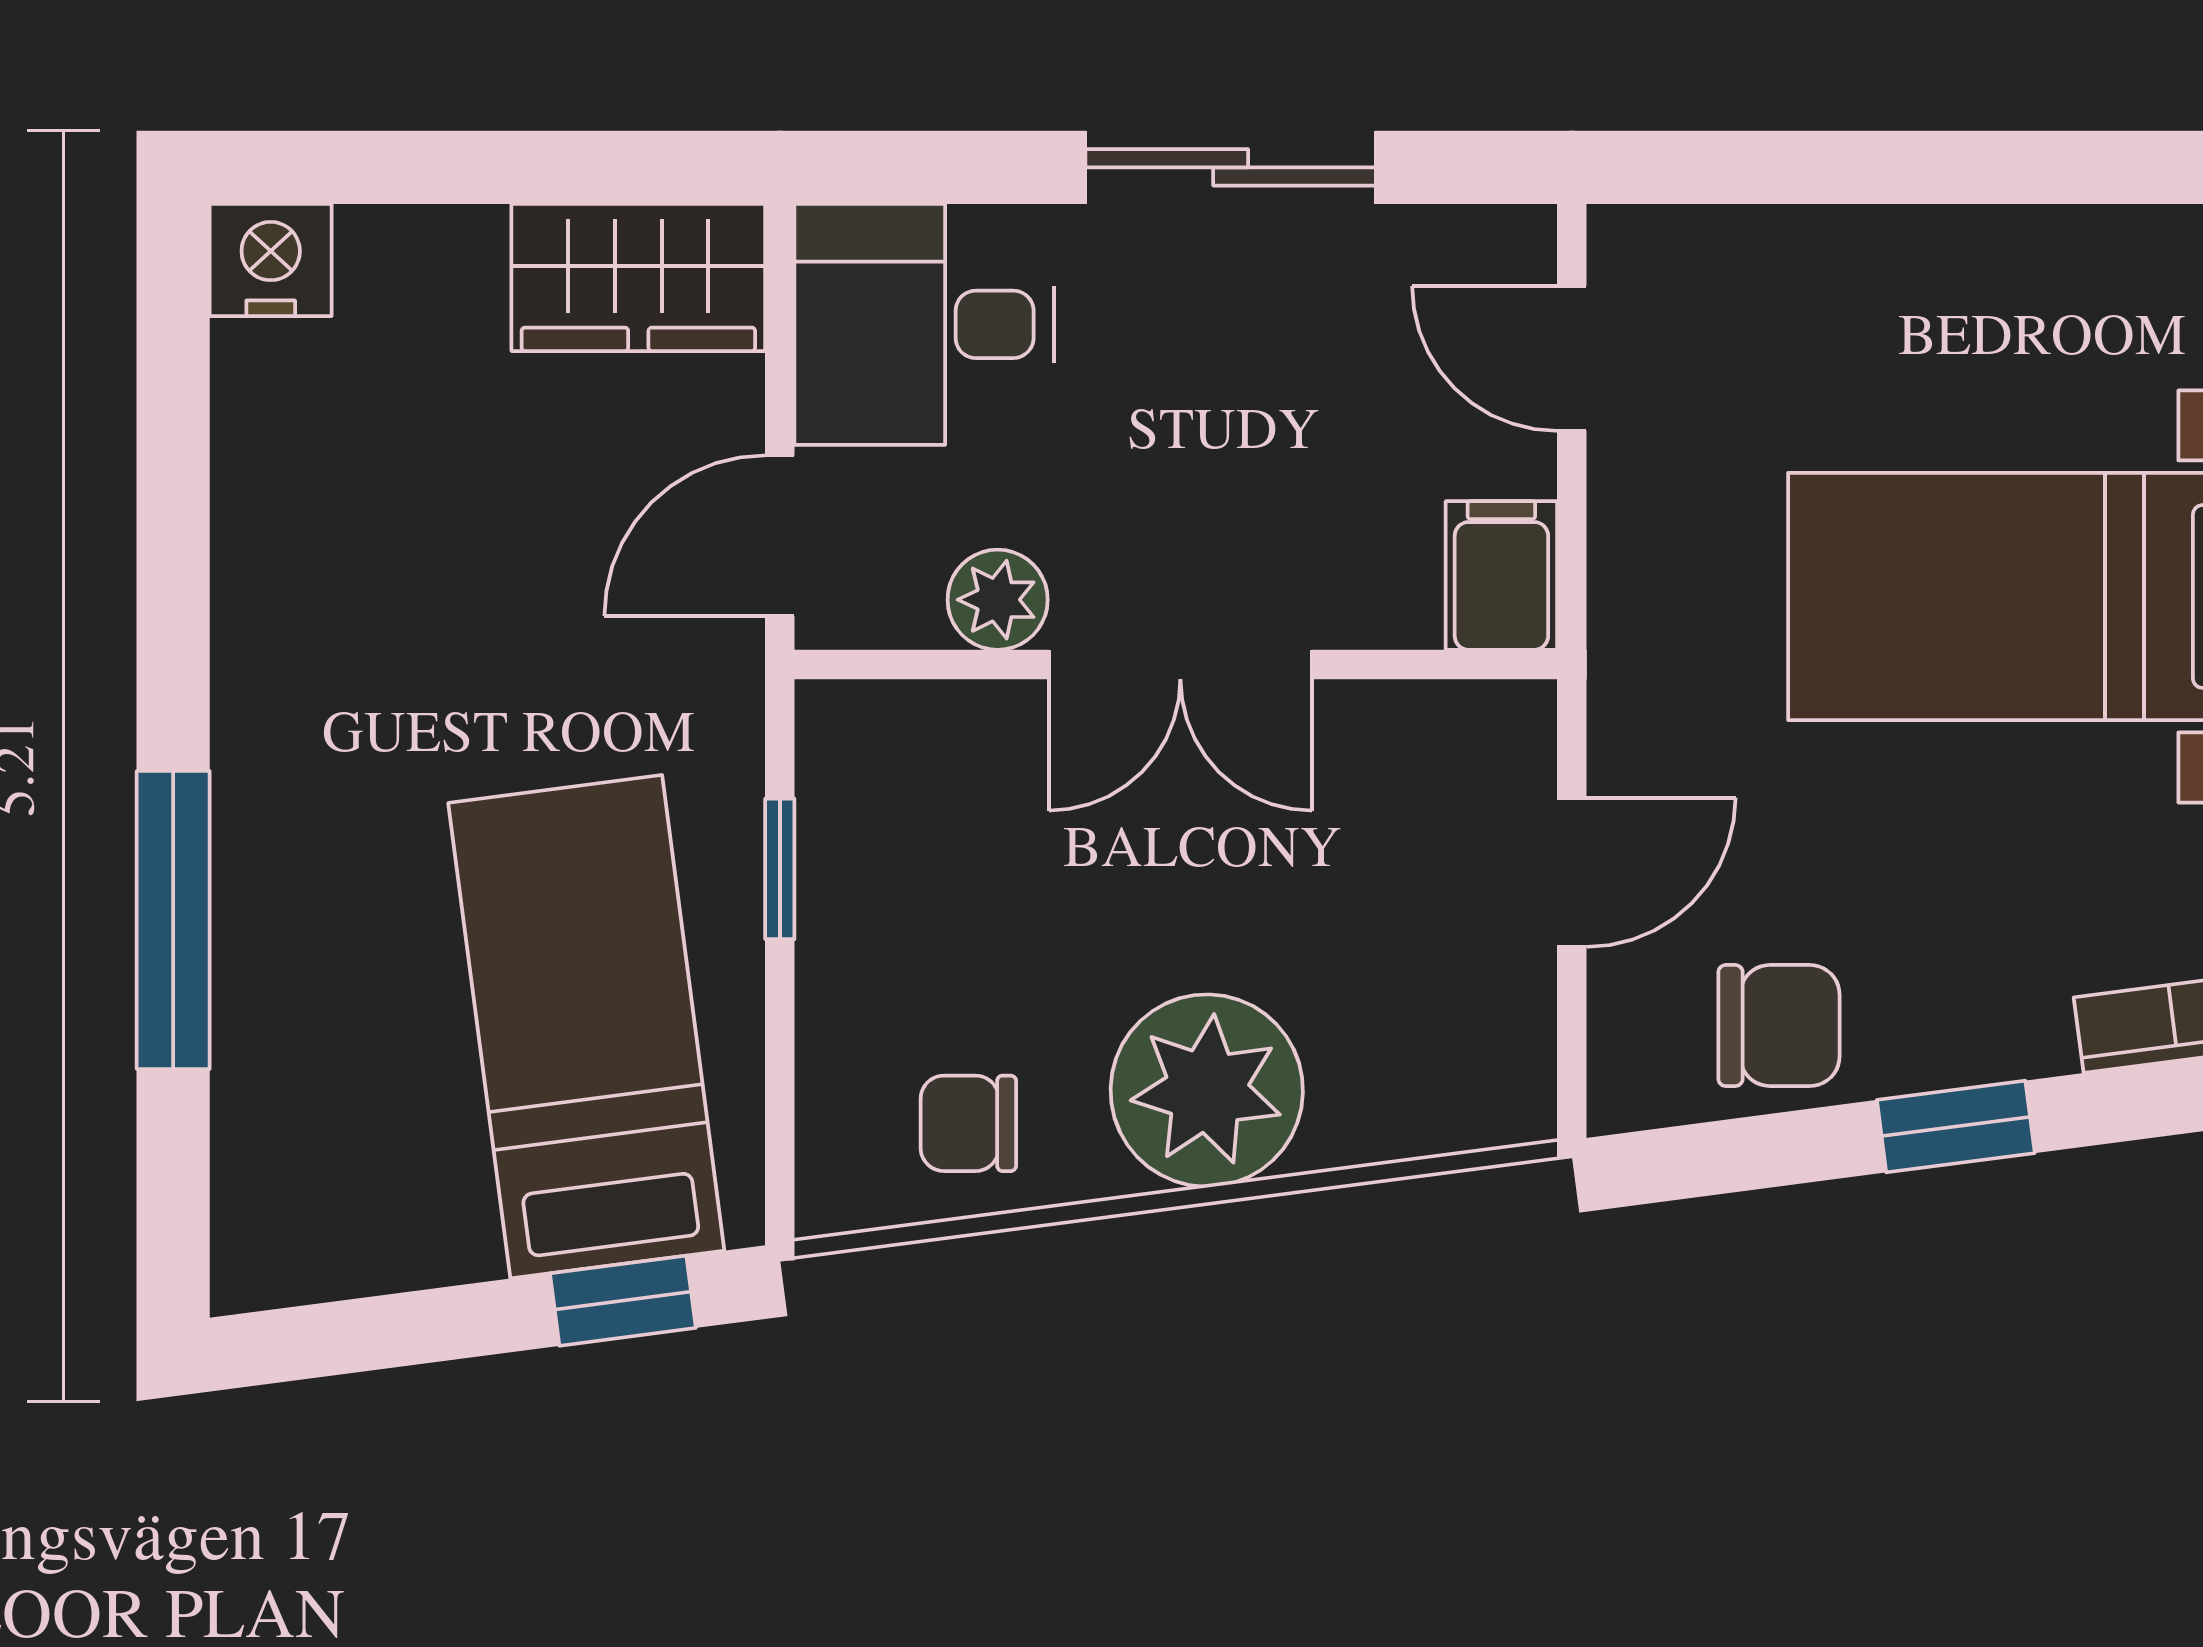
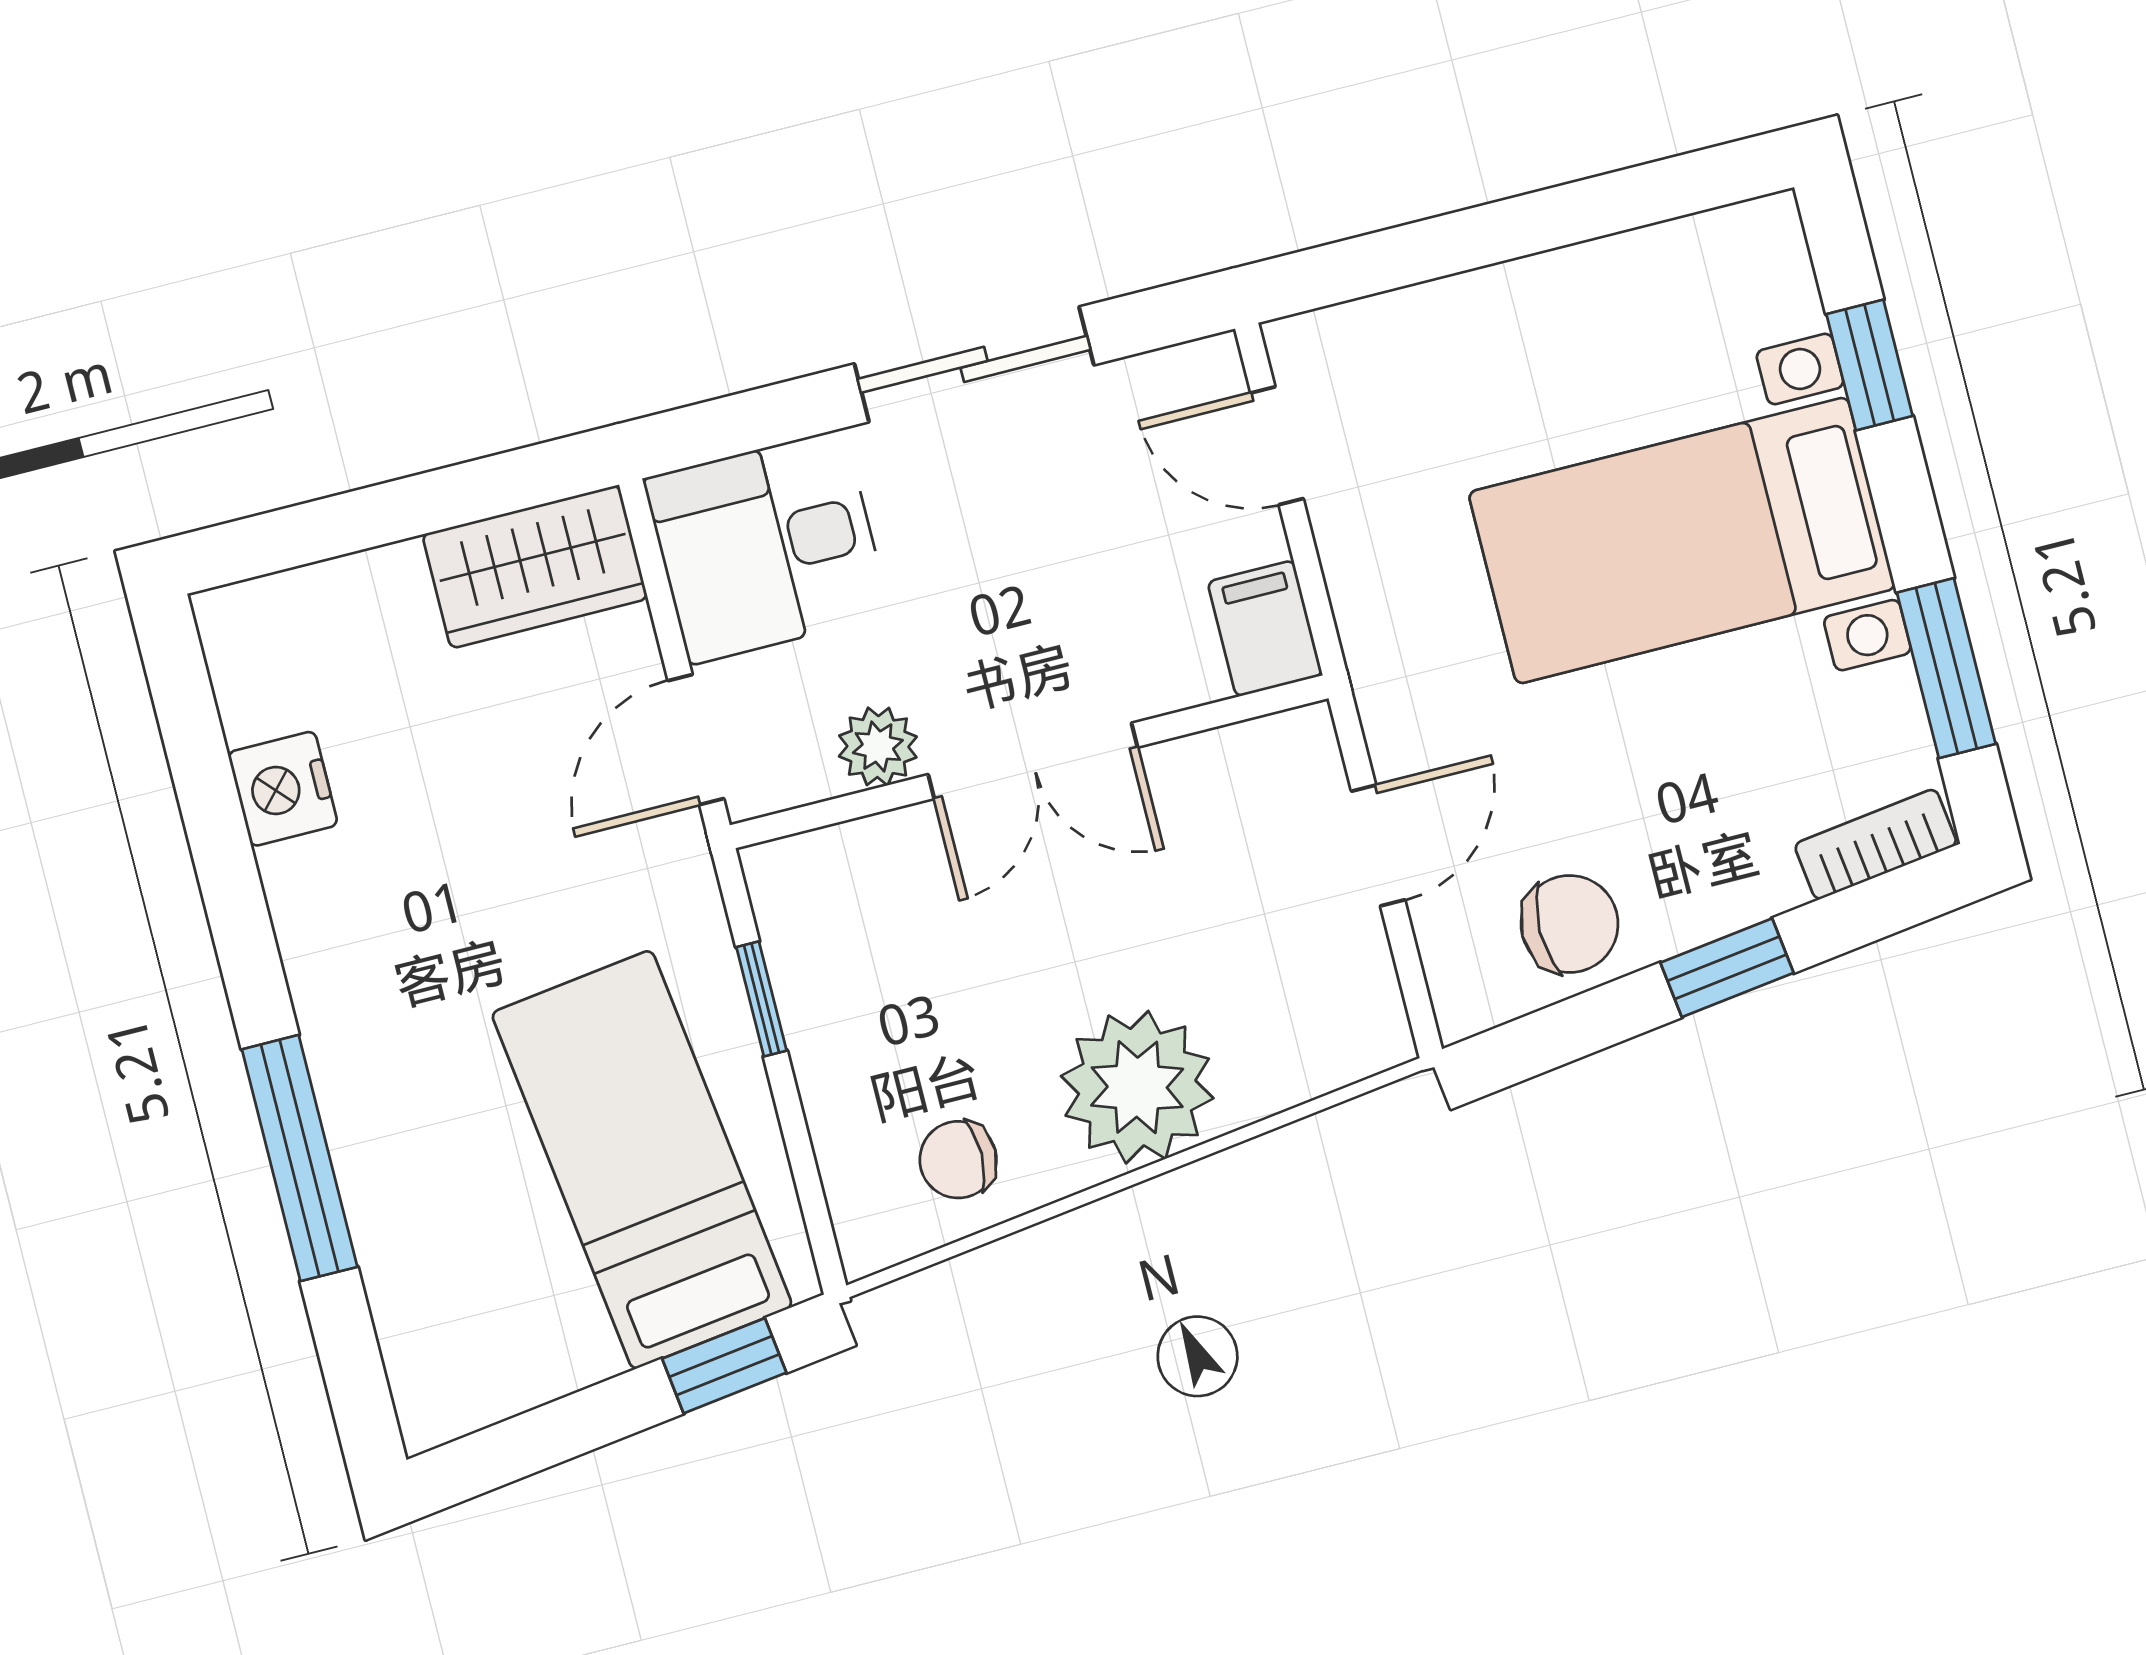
nightstand: (271, 260) -> (283, 789), moved, turned -90

